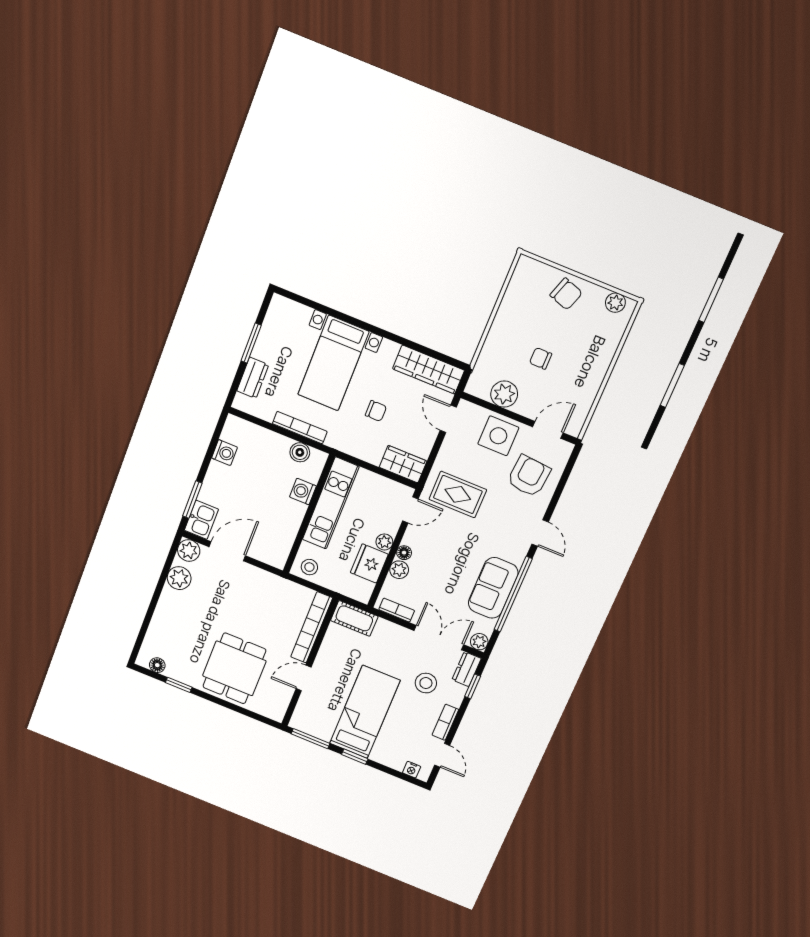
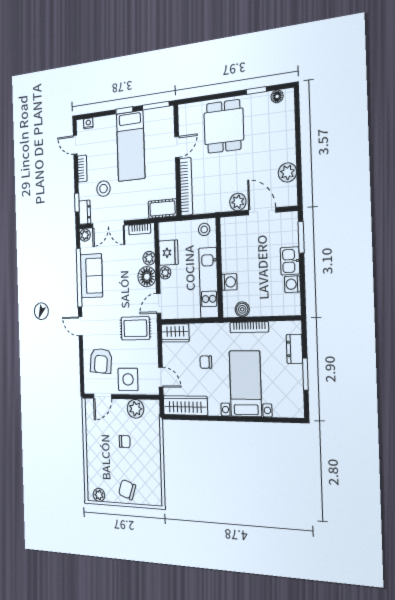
kitchen sink: (201, 520) -> (290, 261), moved
plant: (189, 550) -> (238, 202), moved
door: (227, 551) -> (262, 211), swing flipped
floor lamp: (404, 553) -> (147, 277), width x1.89, depth x1.89

